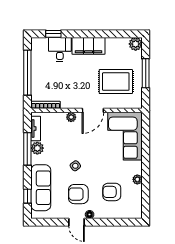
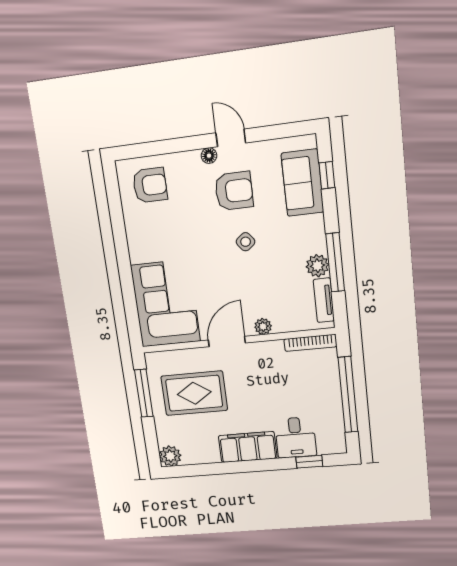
window: (146, 73) -> (144, 393), moved
plant: (137, 179) -> (133, 230), removed
sofa: (41, 188) -> (303, 183), width x0.73
armchair: (112, 192) -> (150, 185), moved

